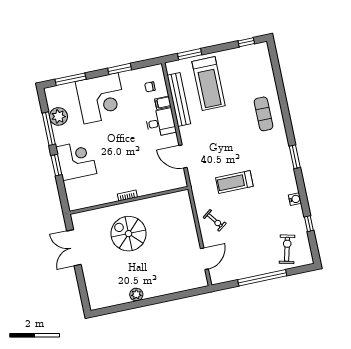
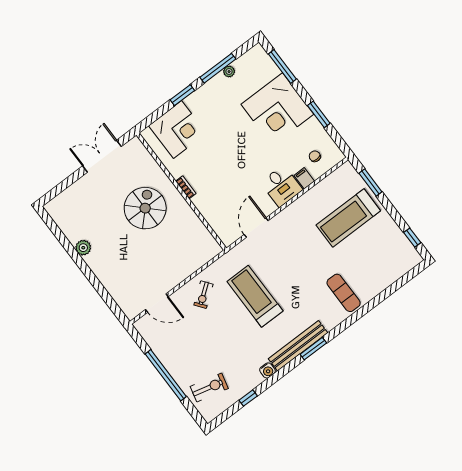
bench: (179, 99) -> (298, 346), moved
exercise mat: (264, 114) -> (344, 293), turned 90
plant: (58, 116) -> (229, 72), width x0.53, depth x0.53
corner desk: (76, 160) -> (177, 130), moved
treadmill: (234, 182) -> (255, 296), width x1.37, depth x1.38

